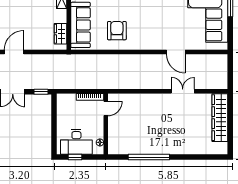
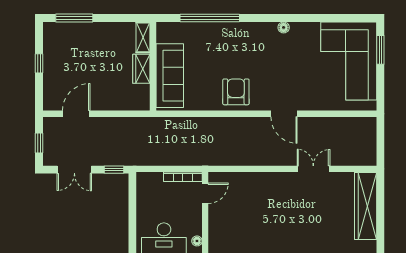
armchair: (117, 31) -> (236, 92), moved
wardrobe: (60, 34) -> (141, 69), moved
door: (176, 52) -> (284, 114), moved

